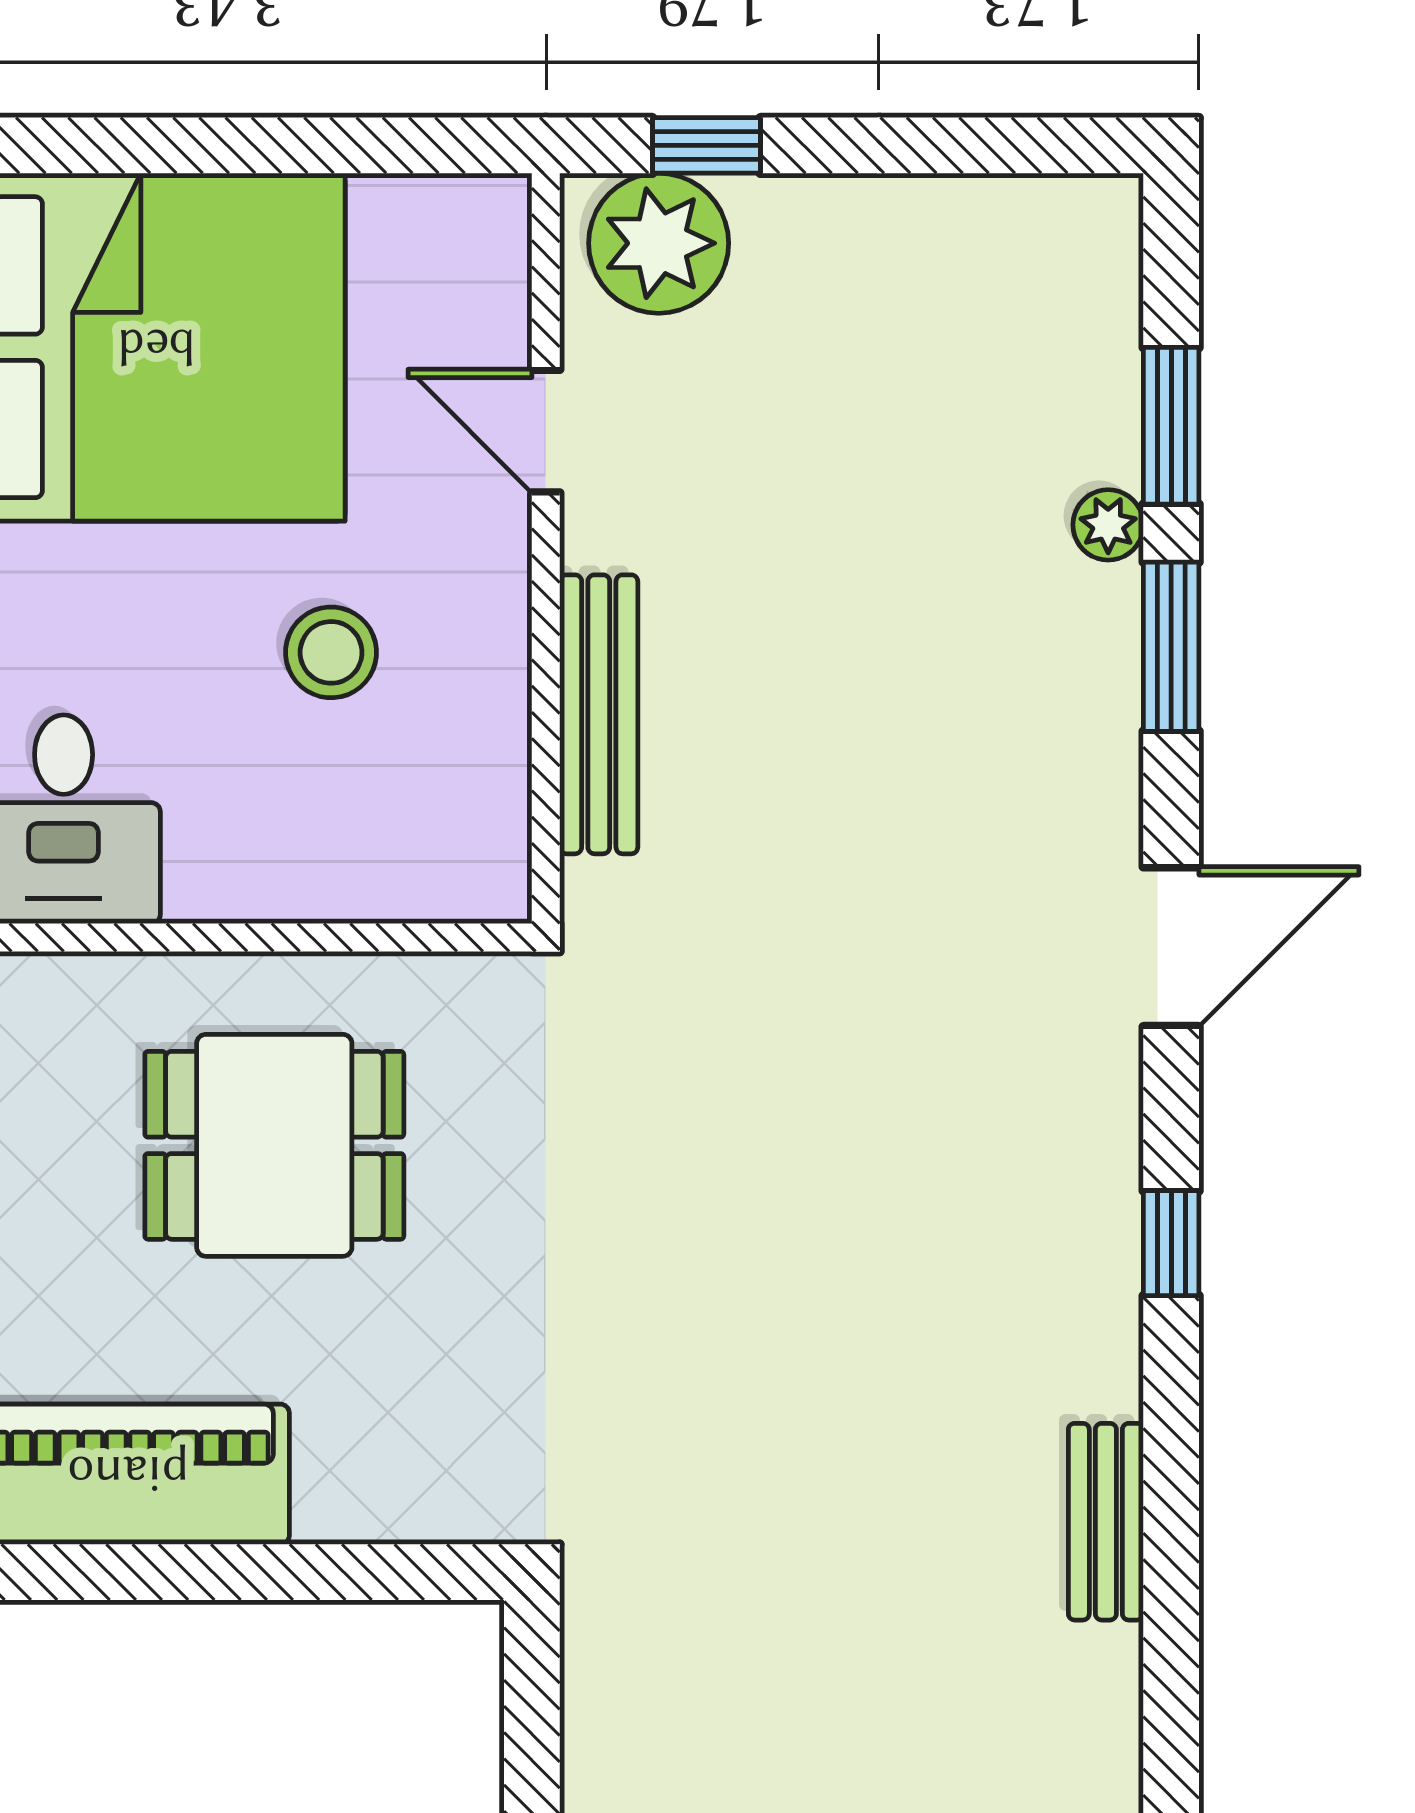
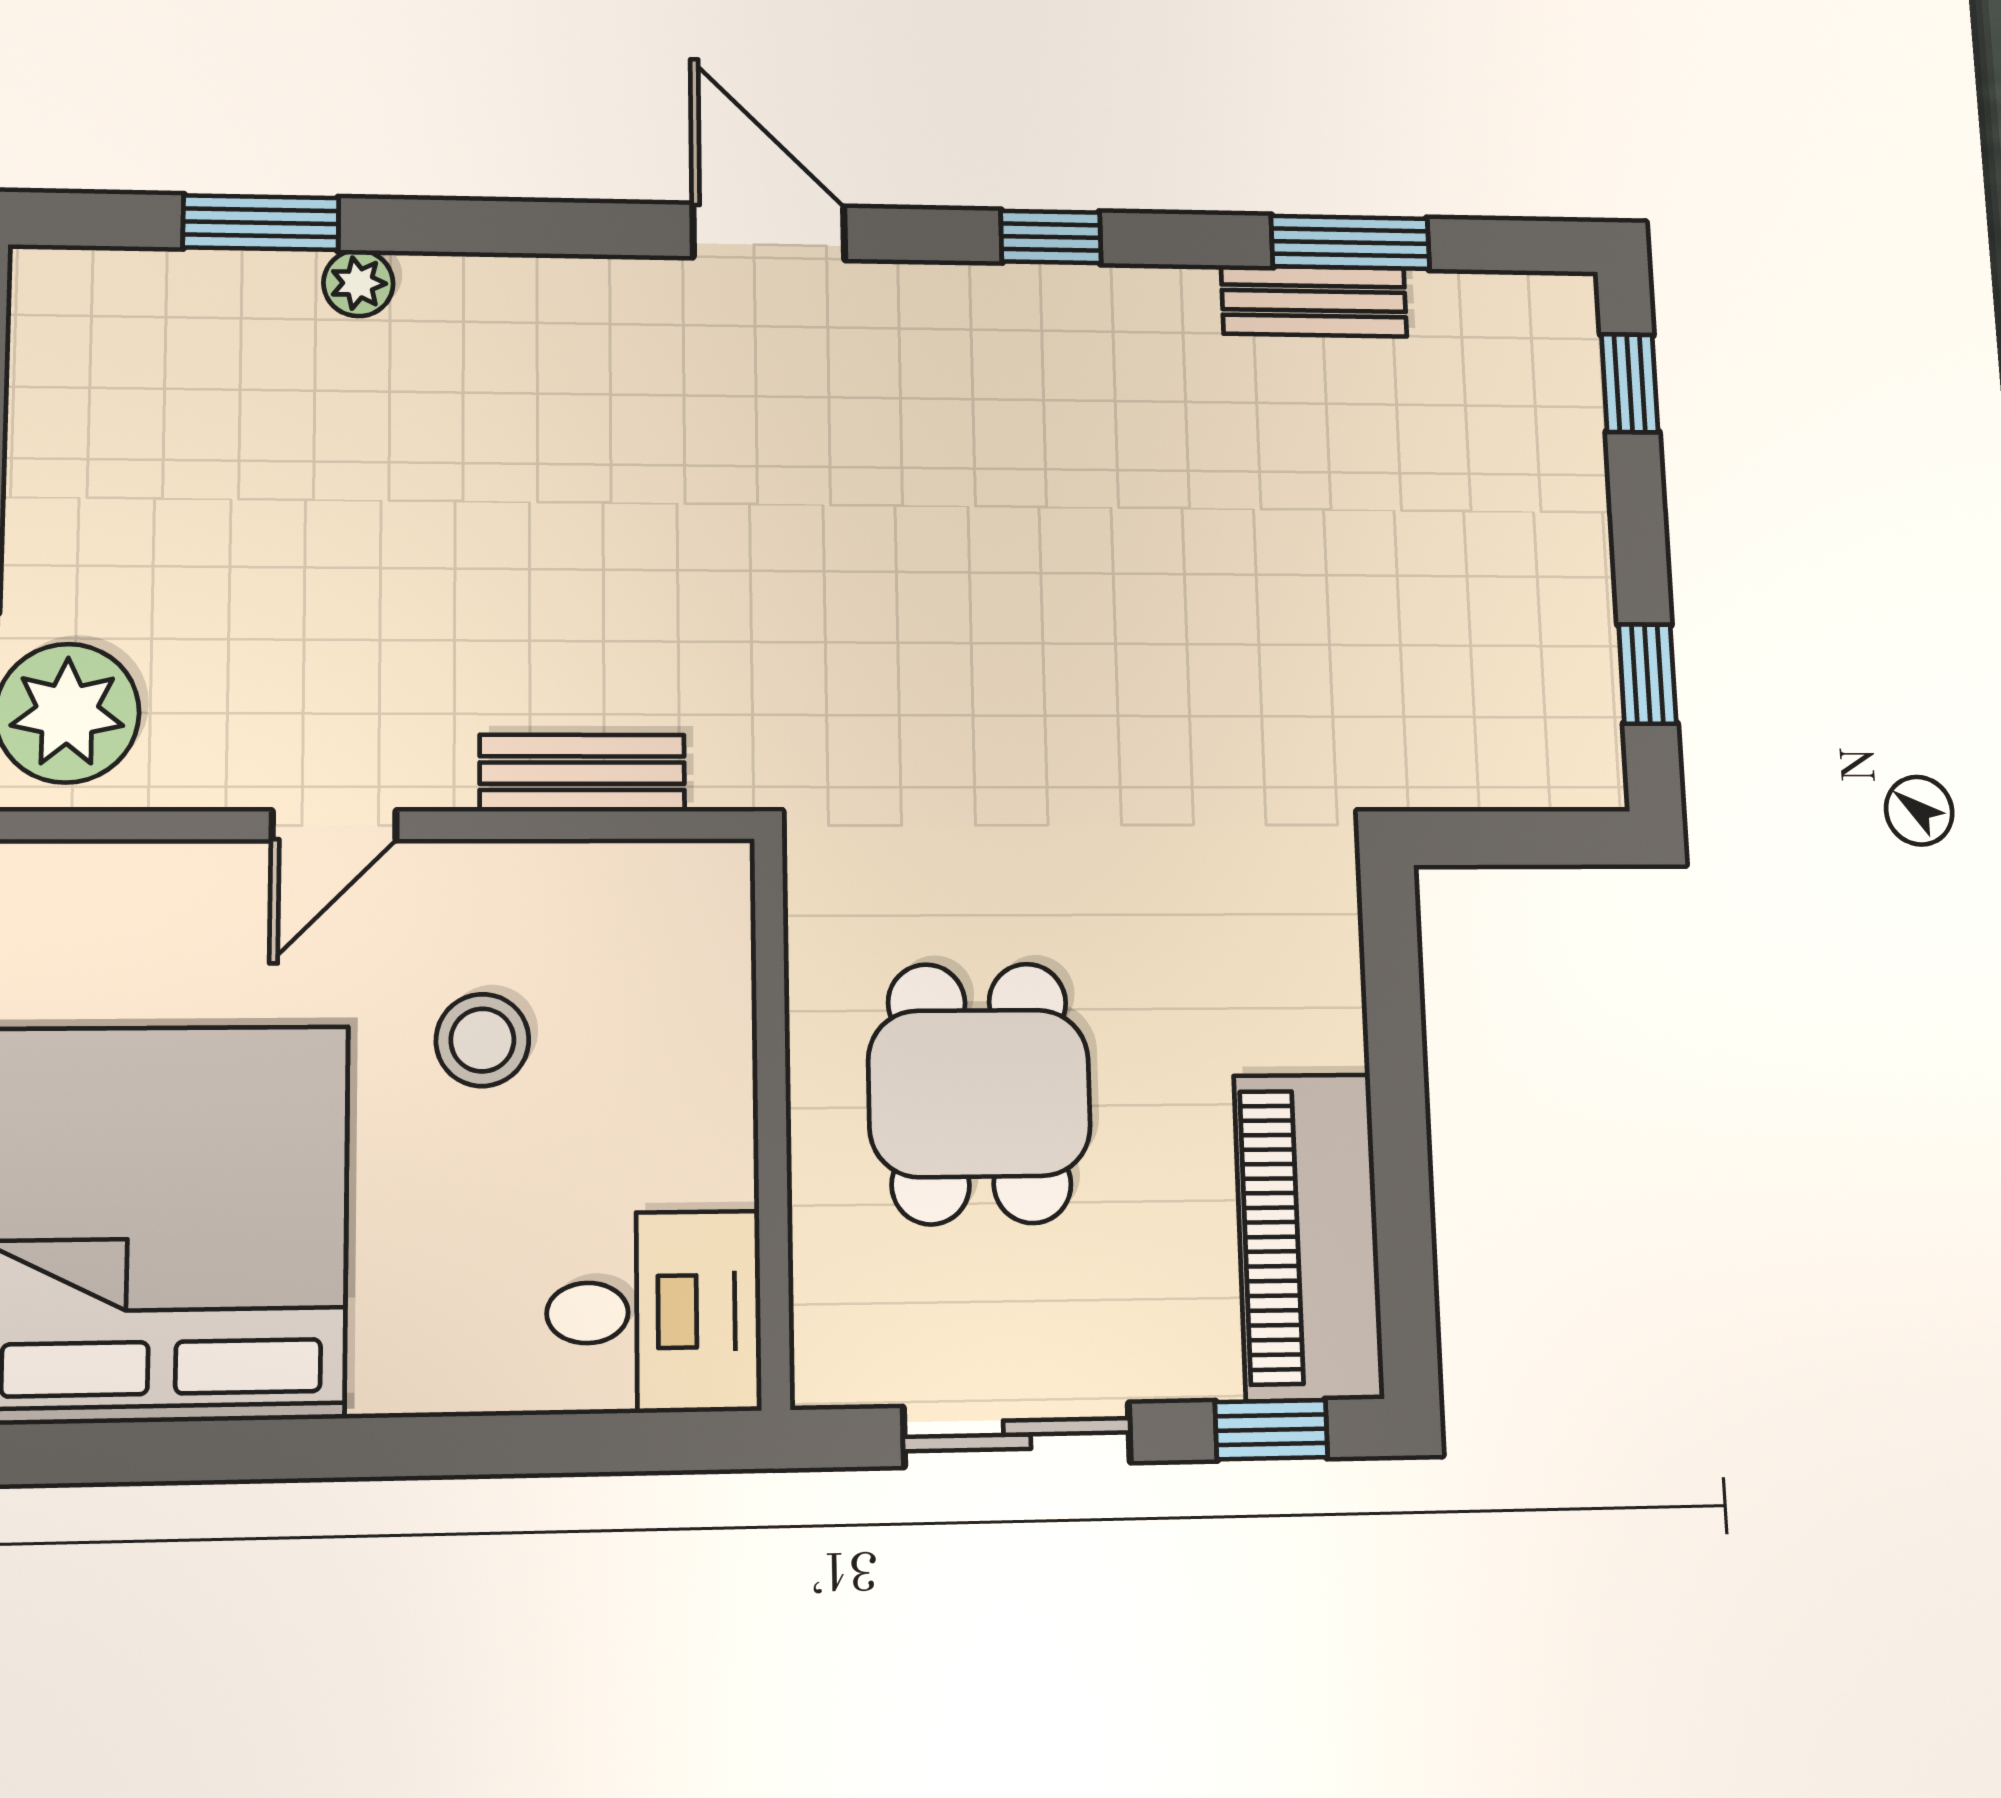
door: (546, 431) -> (334, 825), moved
window: (1171, 647) -> (1350, 242), moved
bench: (599, 714) -> (582, 773), width x0.73

